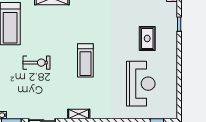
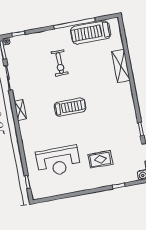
treadmill: (85, 60) -> (70, 107), turned 180

